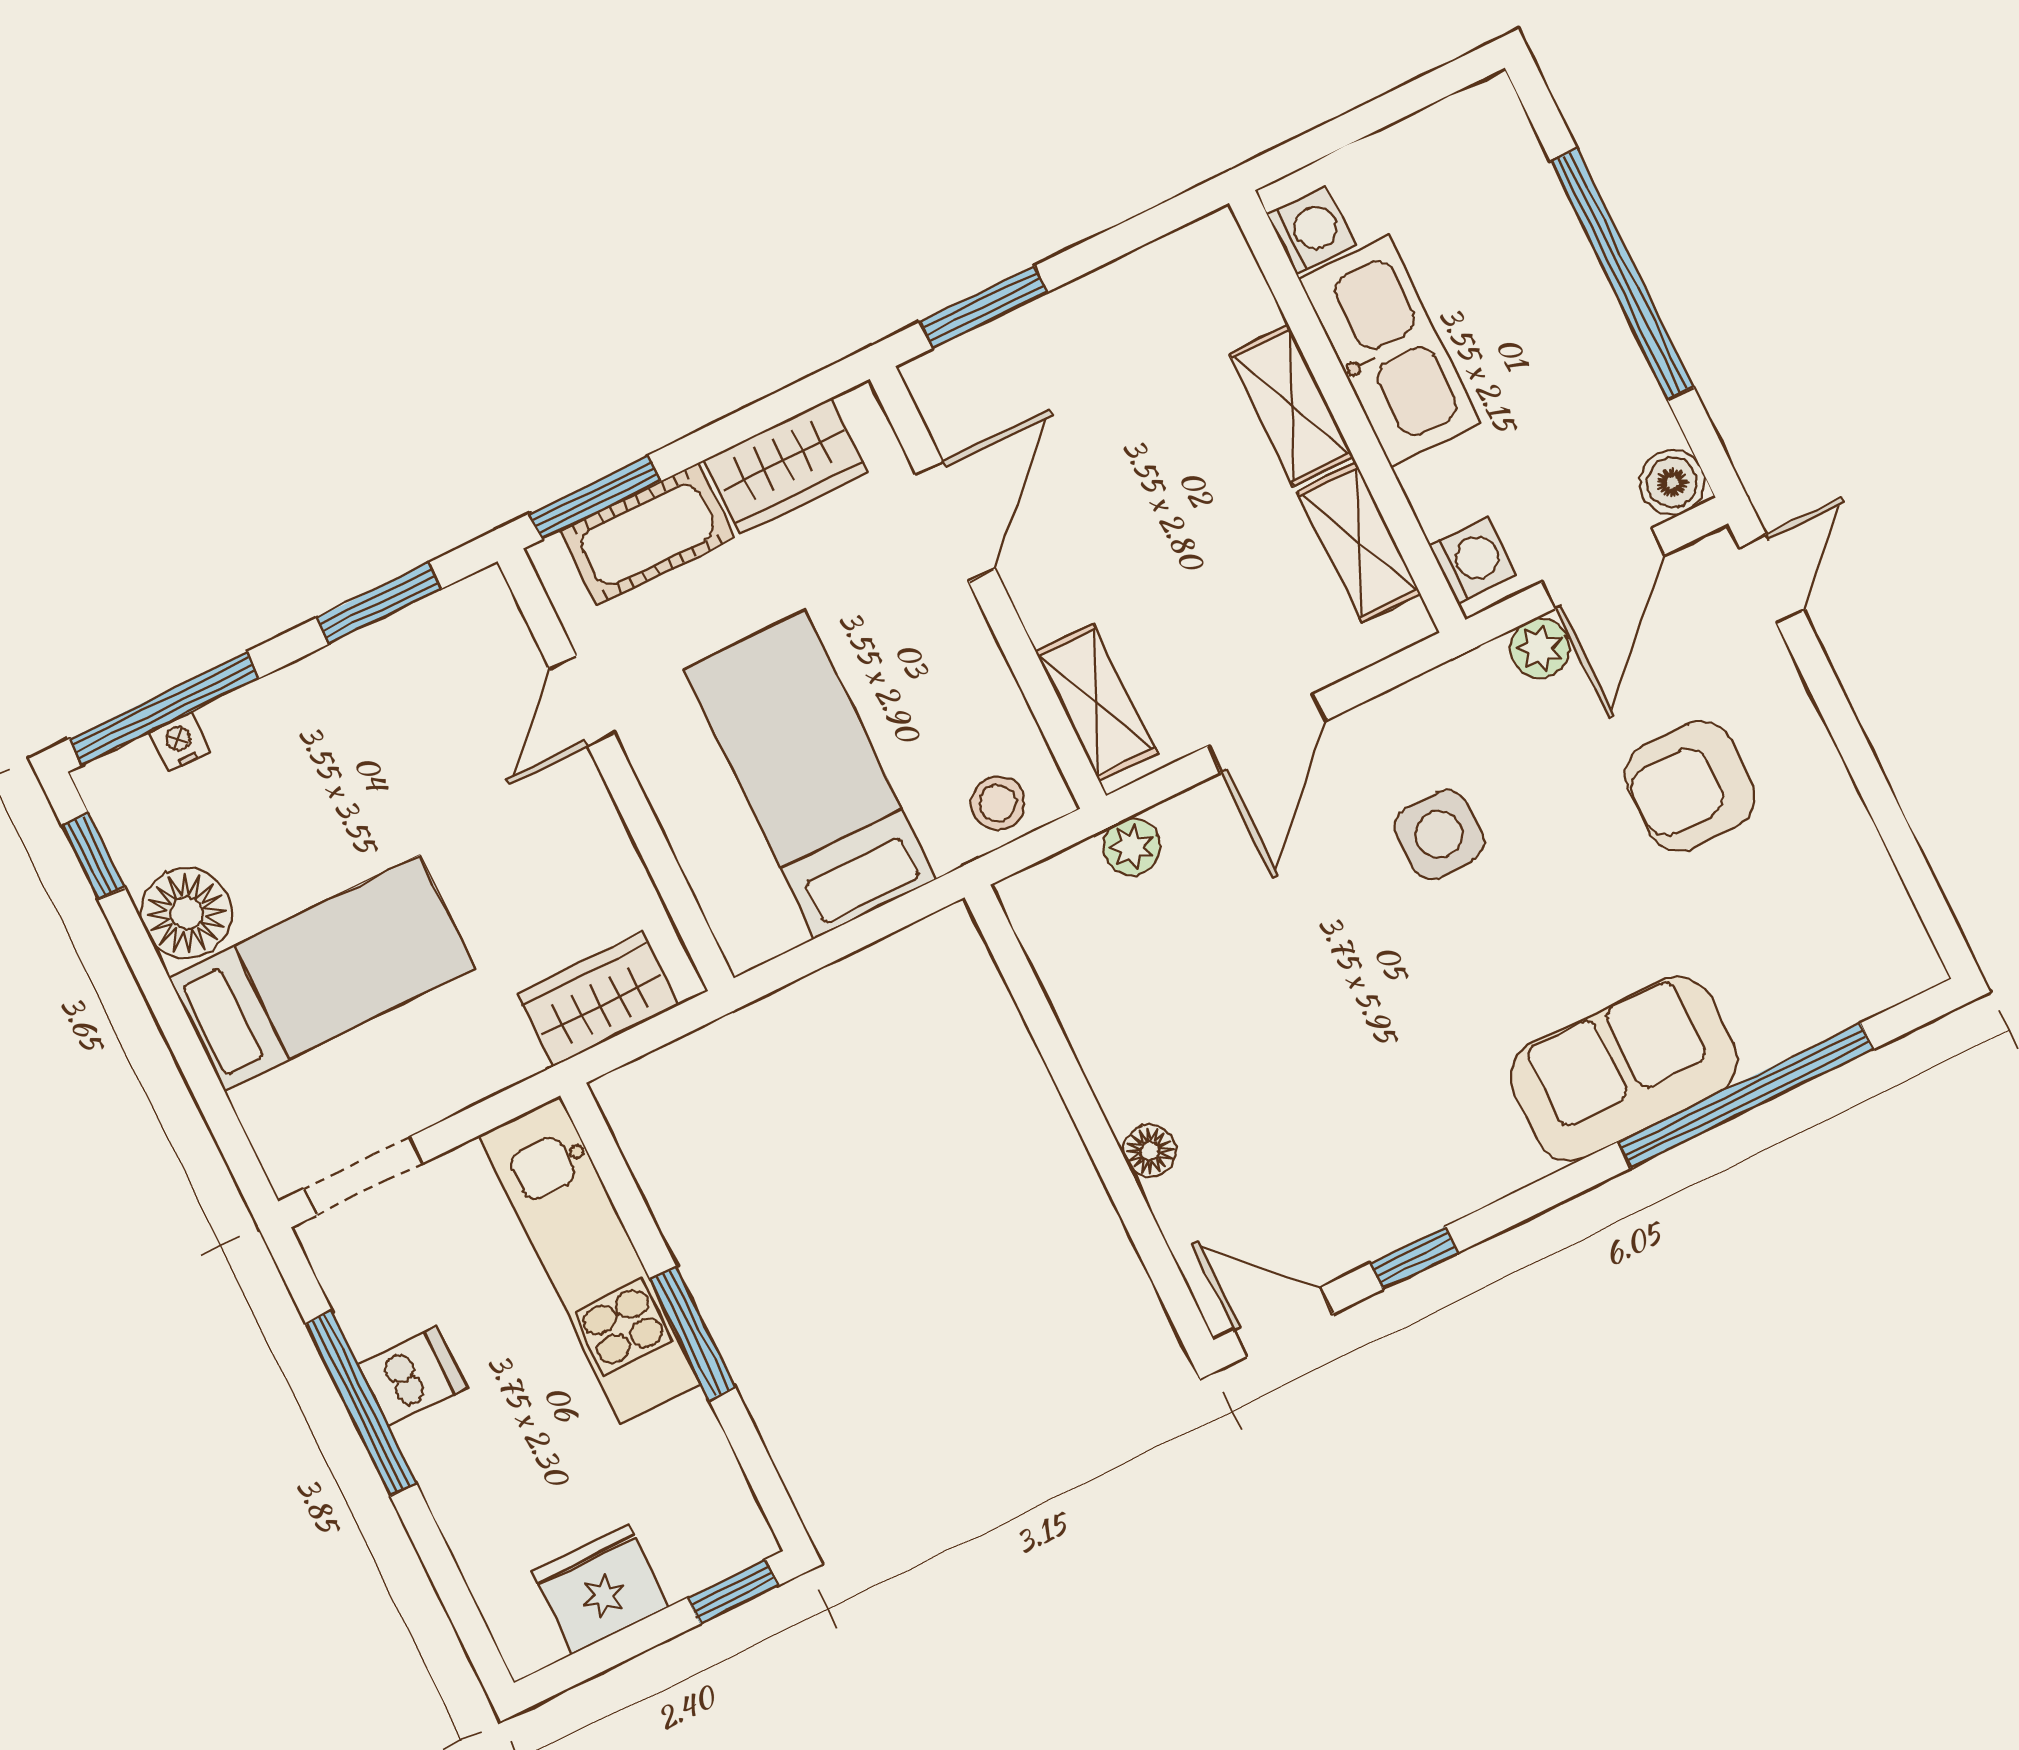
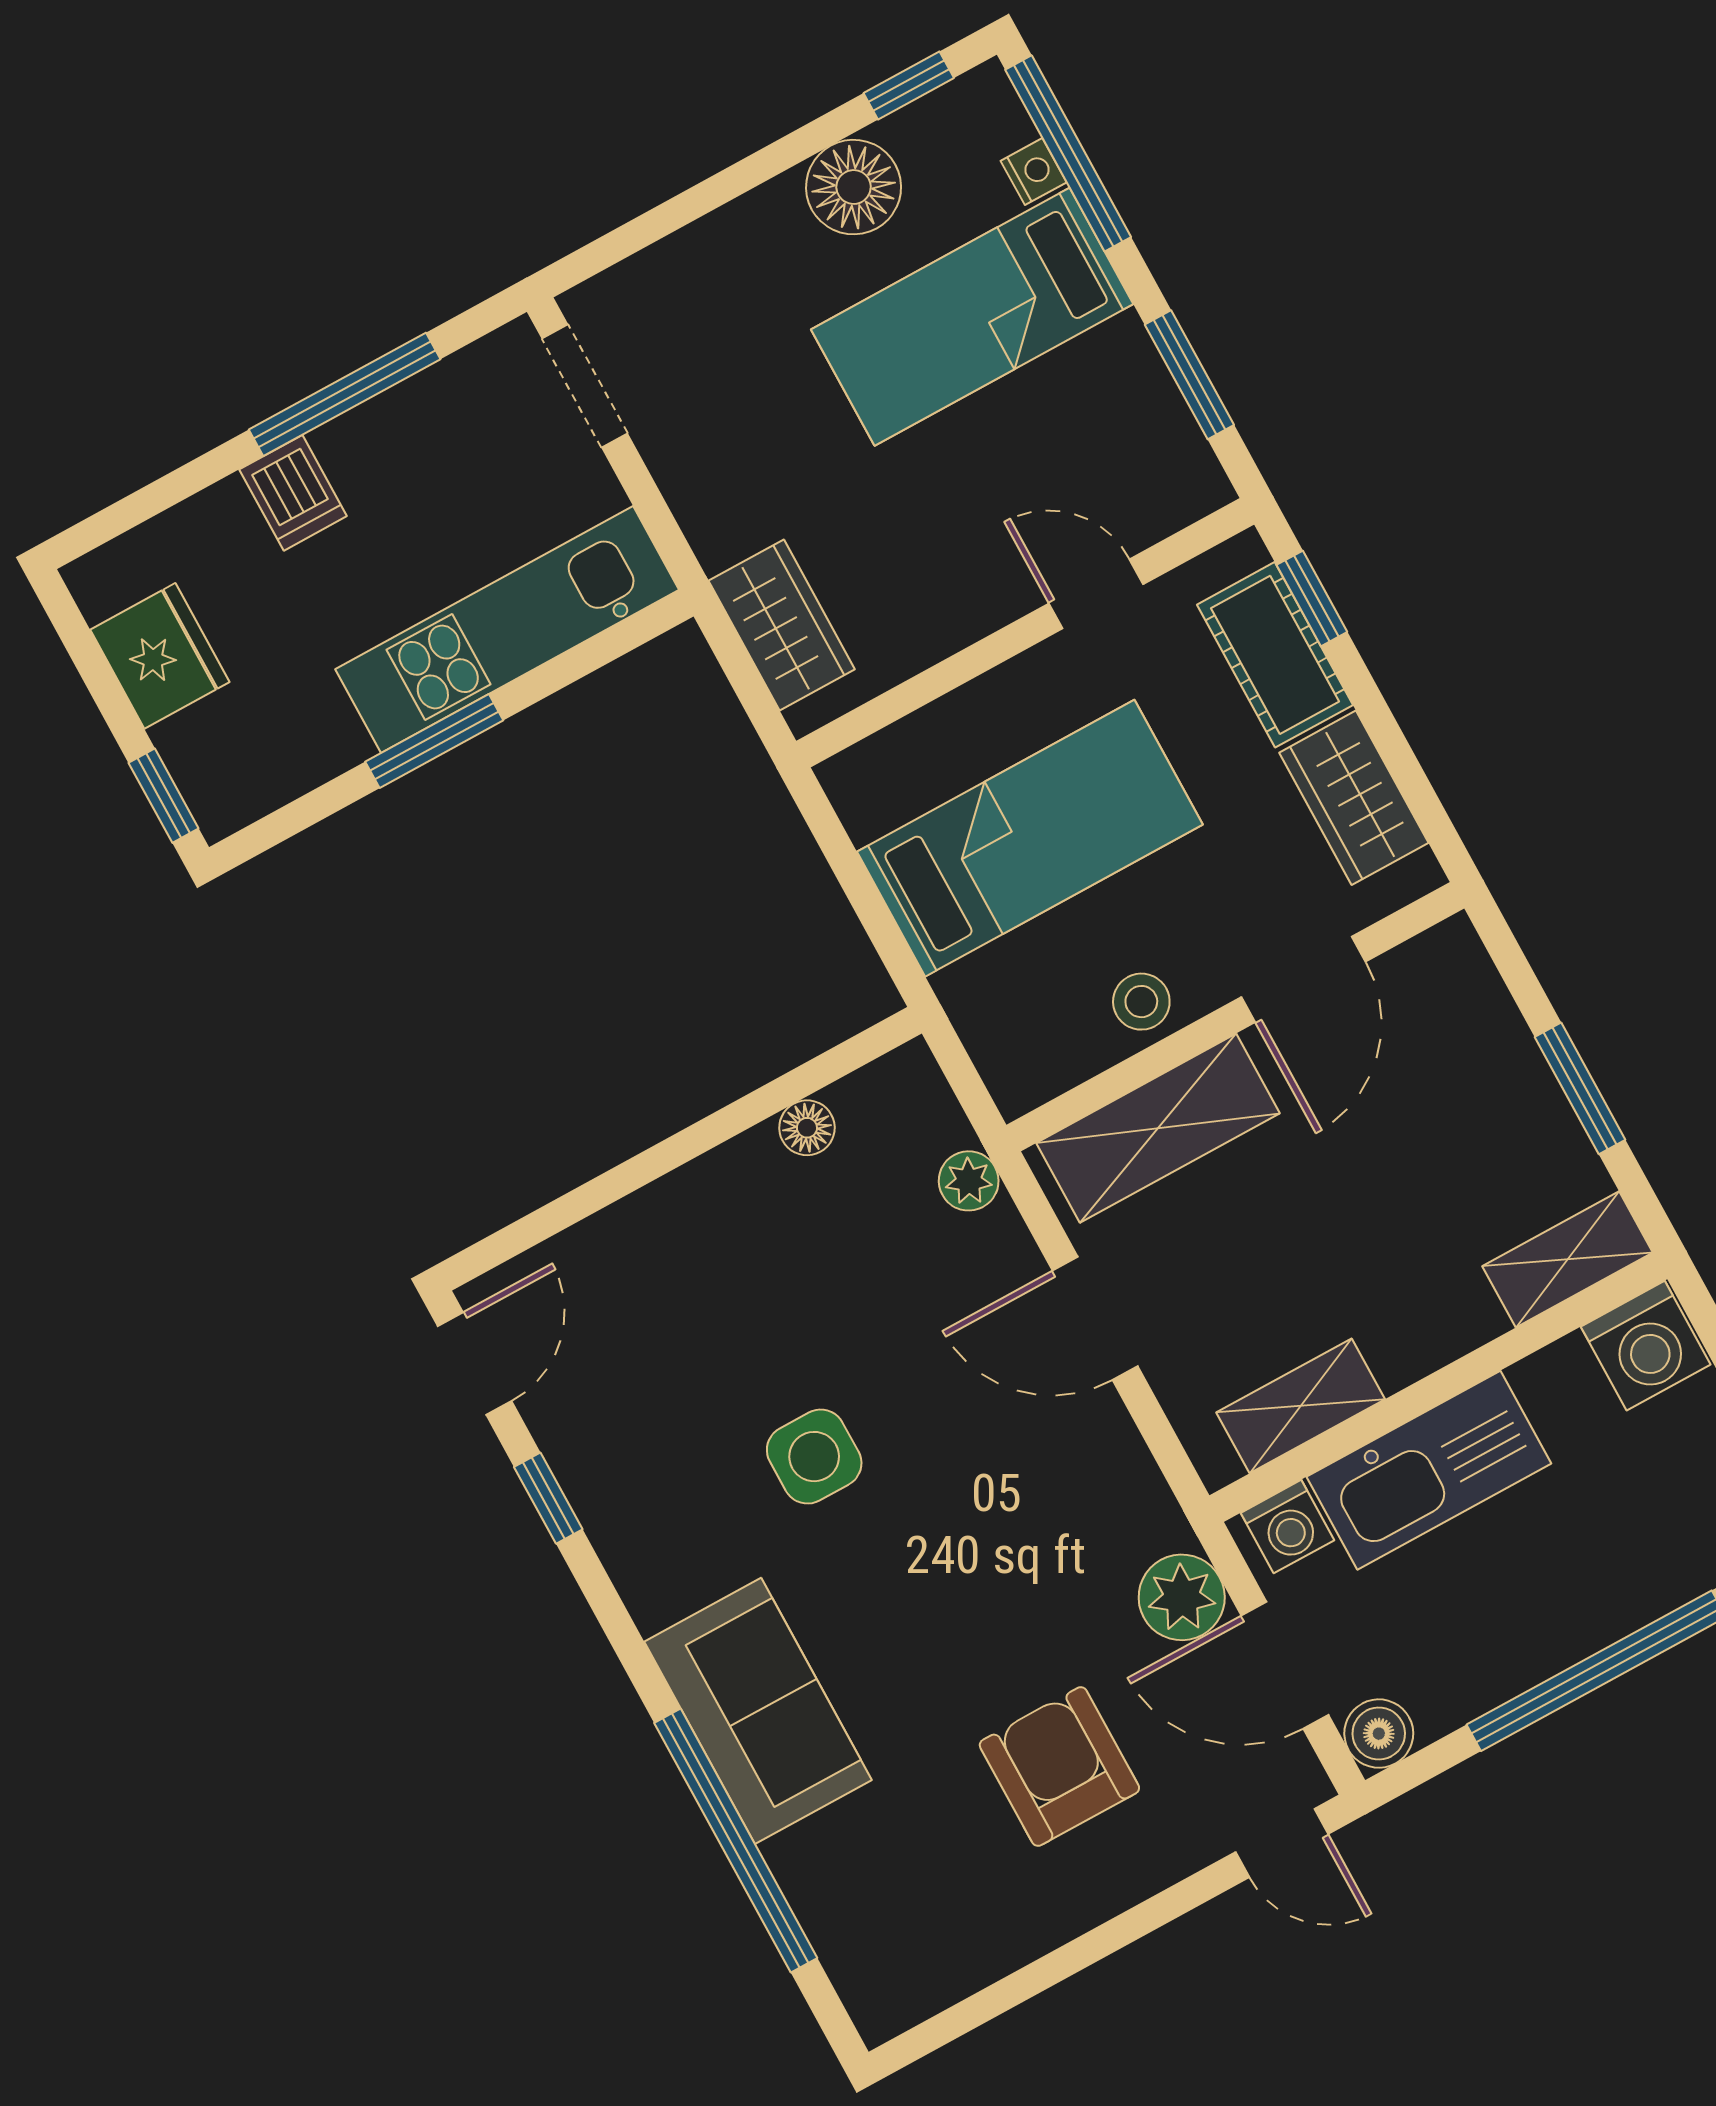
washing machine: (1311, 230) -> (1646, 1346), width x1.38, depth x1.38
window: (983, 307) -> (1580, 1088), moved
kitchen sink: (1390, 351) -> (1429, 1470), moved
shelving: (1291, 405) -> (1567, 1259), moved
window: (596, 497) -> (1312, 598), width x0.67
door: (955, 521) -> (1303, 979), hinge flipped
plant: (1540, 648) -> (1182, 1597), width x1.38, depth x1.38
shelving: (1096, 702) -> (1158, 1128), width x1.50, depth x1.33
stool: (998, 803) -> (1141, 1002), moved
side table: (1439, 835) -> (814, 1457), moved
bed: (322, 973) -> (972, 317), moved, turned 90
floor lamp: (1150, 1151) -> (807, 1128), moved
dishwasher: (412, 1376) -> (293, 493), moved

